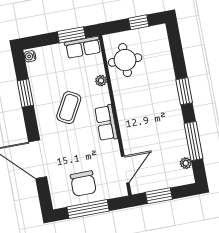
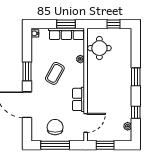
row of seats: (83, 47) -> (66, 34), width x1.48
window: (25, 93) -> (27, 71), moved
row of seats: (106, 123) -> (78, 99), moved
window: (193, 141) -> (136, 112), width x0.46
chair: (83, 184) -> (55, 127), turned 180

